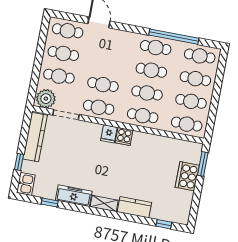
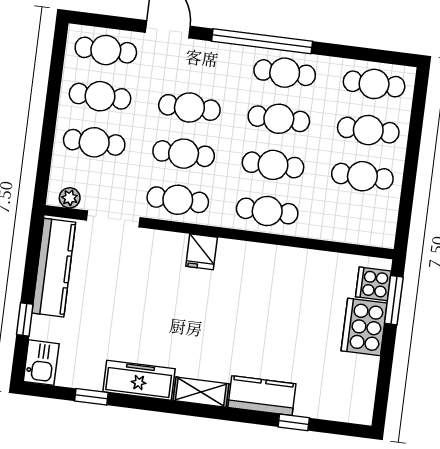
window: (174, 37) -> (262, 41), moved
plant: (46, 99) -> (70, 198), width x0.53, depth x0.53
cafe table: (187, 124) -> (189, 107), moved
cooker: (124, 137) -> (373, 284), moved, turned 90
window: (164, 224) -> (294, 422), moved

